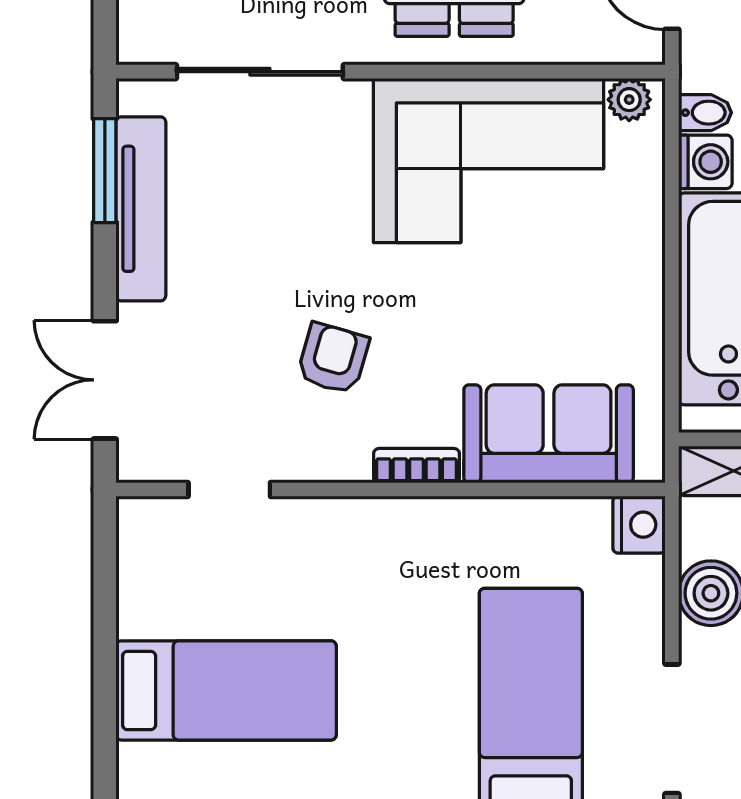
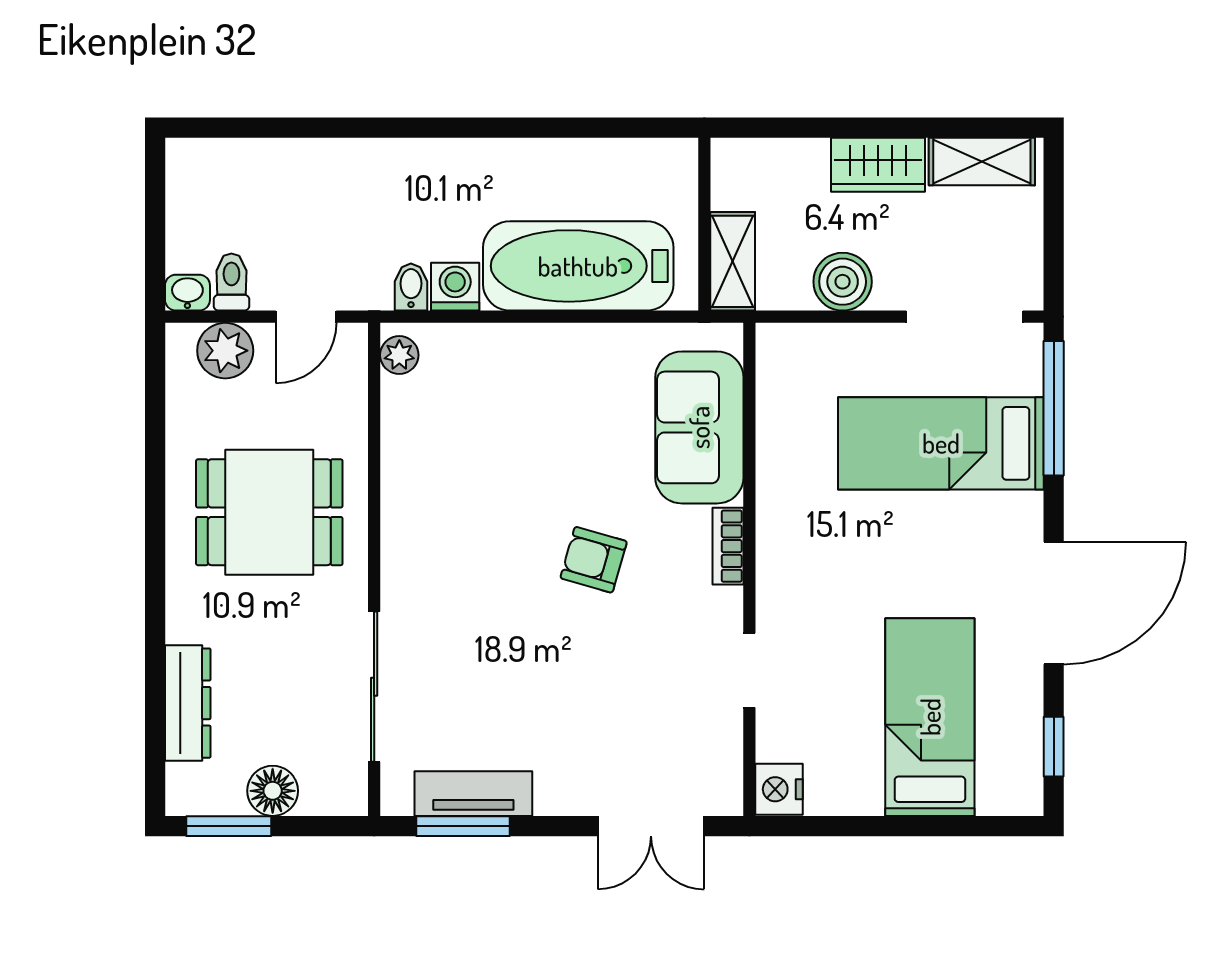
corner sofa: (488, 160) -> (454, 481), removed
tv unit: (141, 209) -> (473, 794), width x0.71
armchair: (333, 358) -> (594, 560), moved
doorway: (229, 489) -> (749, 670), moved
nightstand: (639, 525) -> (779, 789), moved, turned -90

